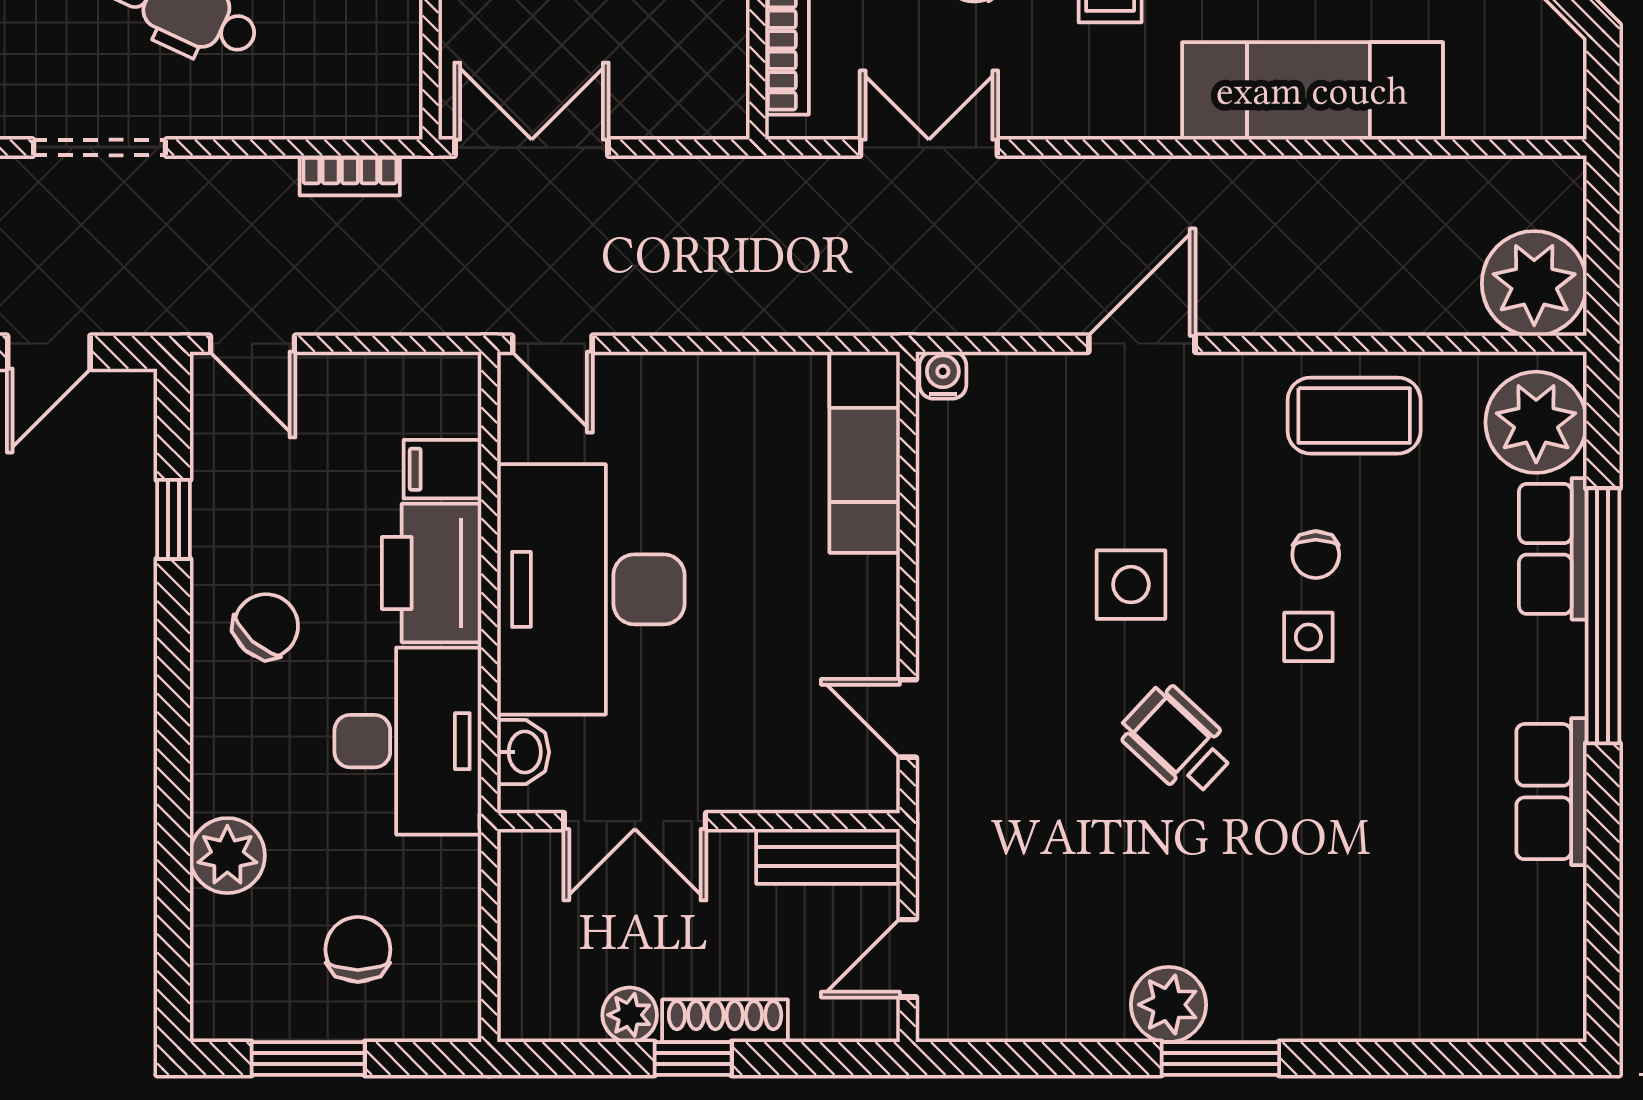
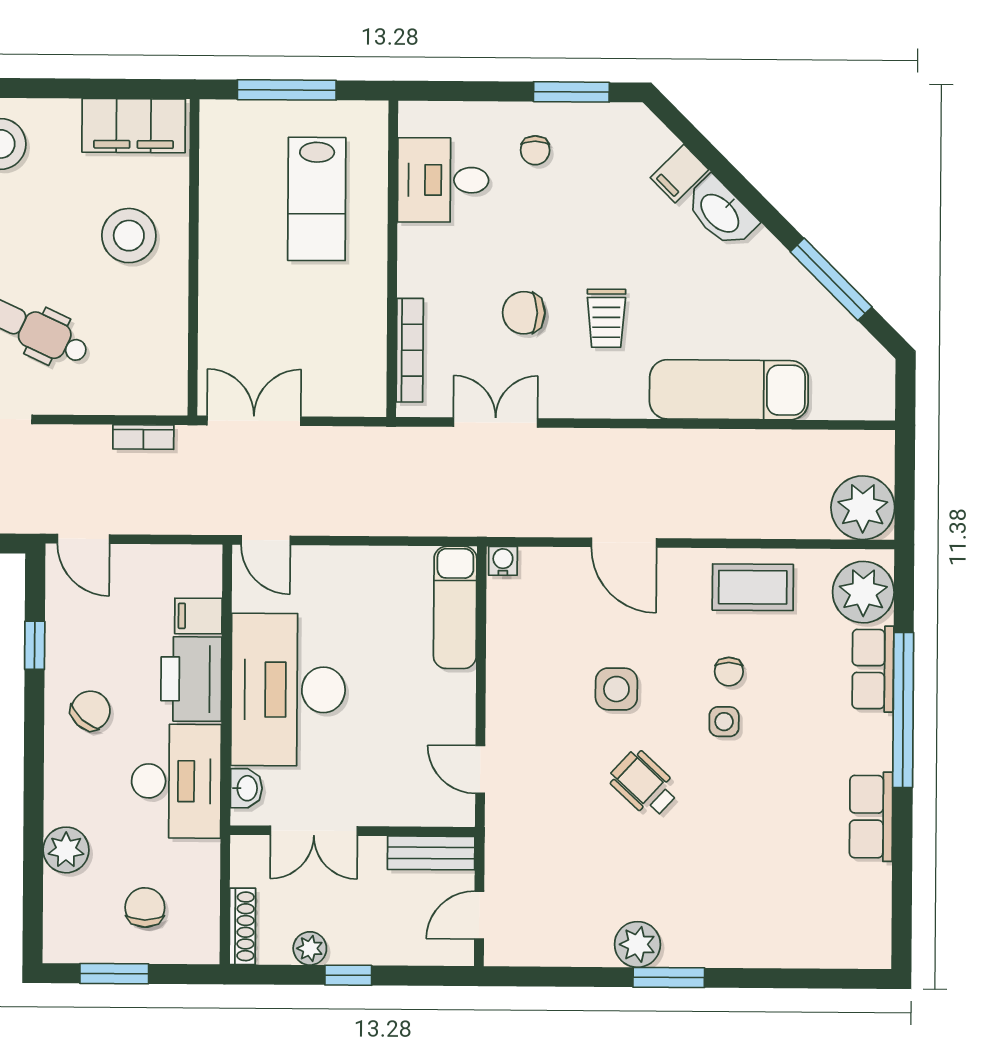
door: (1142, 344) -> (624, 543), swing flipped
shoe rack: (725, 1021) -> (242, 926), moved, turned 90

